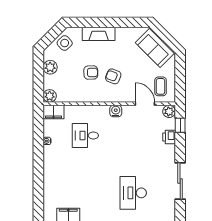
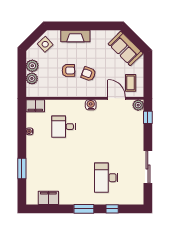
plant: (50, 96) -> (32, 78), moved
printer: (169, 137) -> (138, 128), removed
window: (38, 183) -> (22, 168), added

